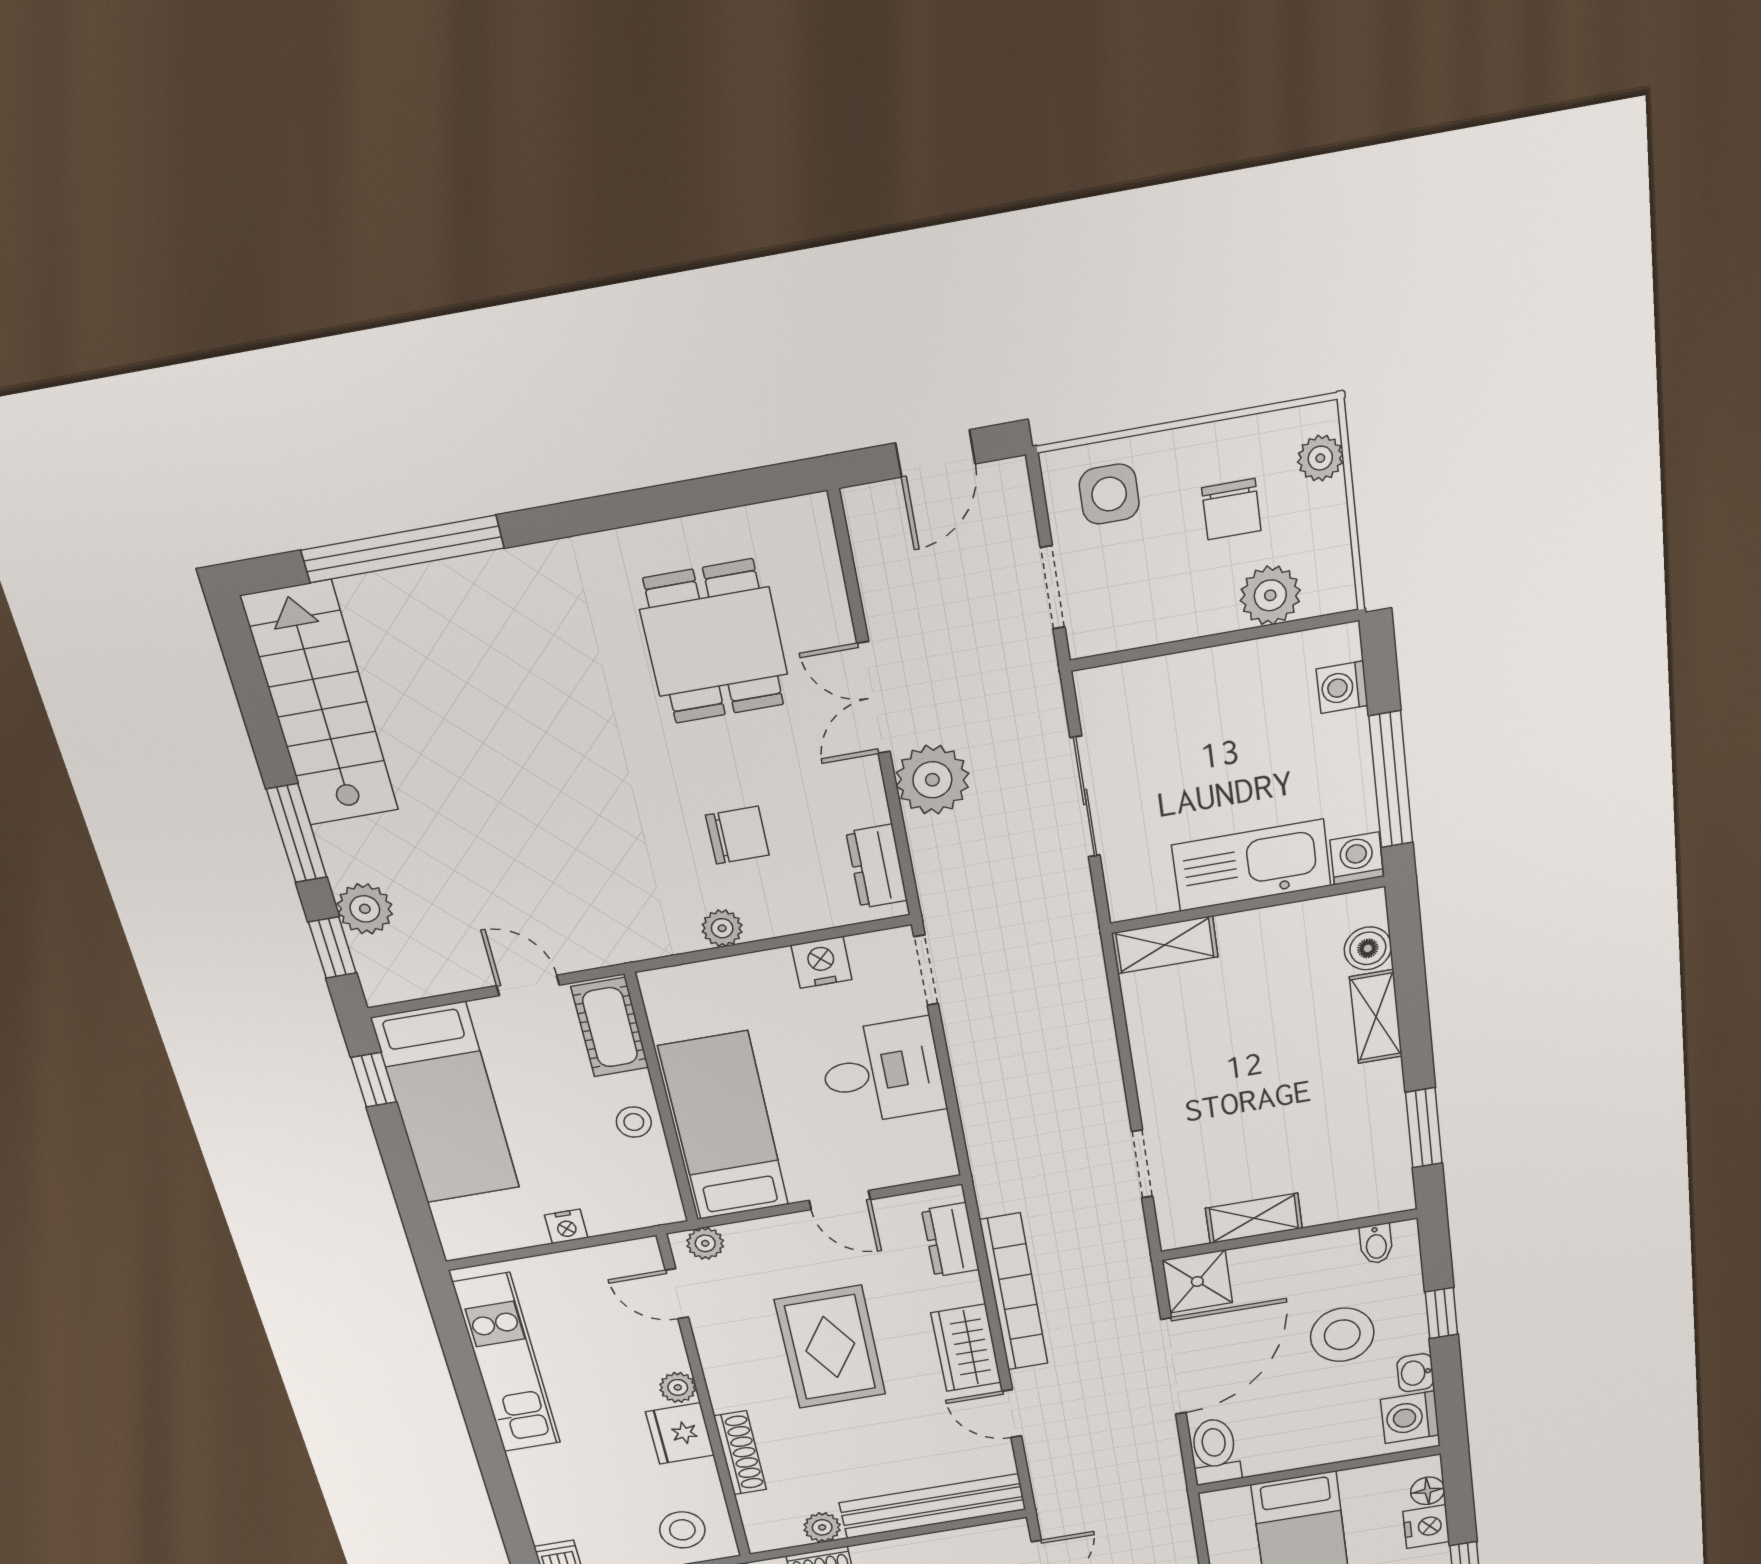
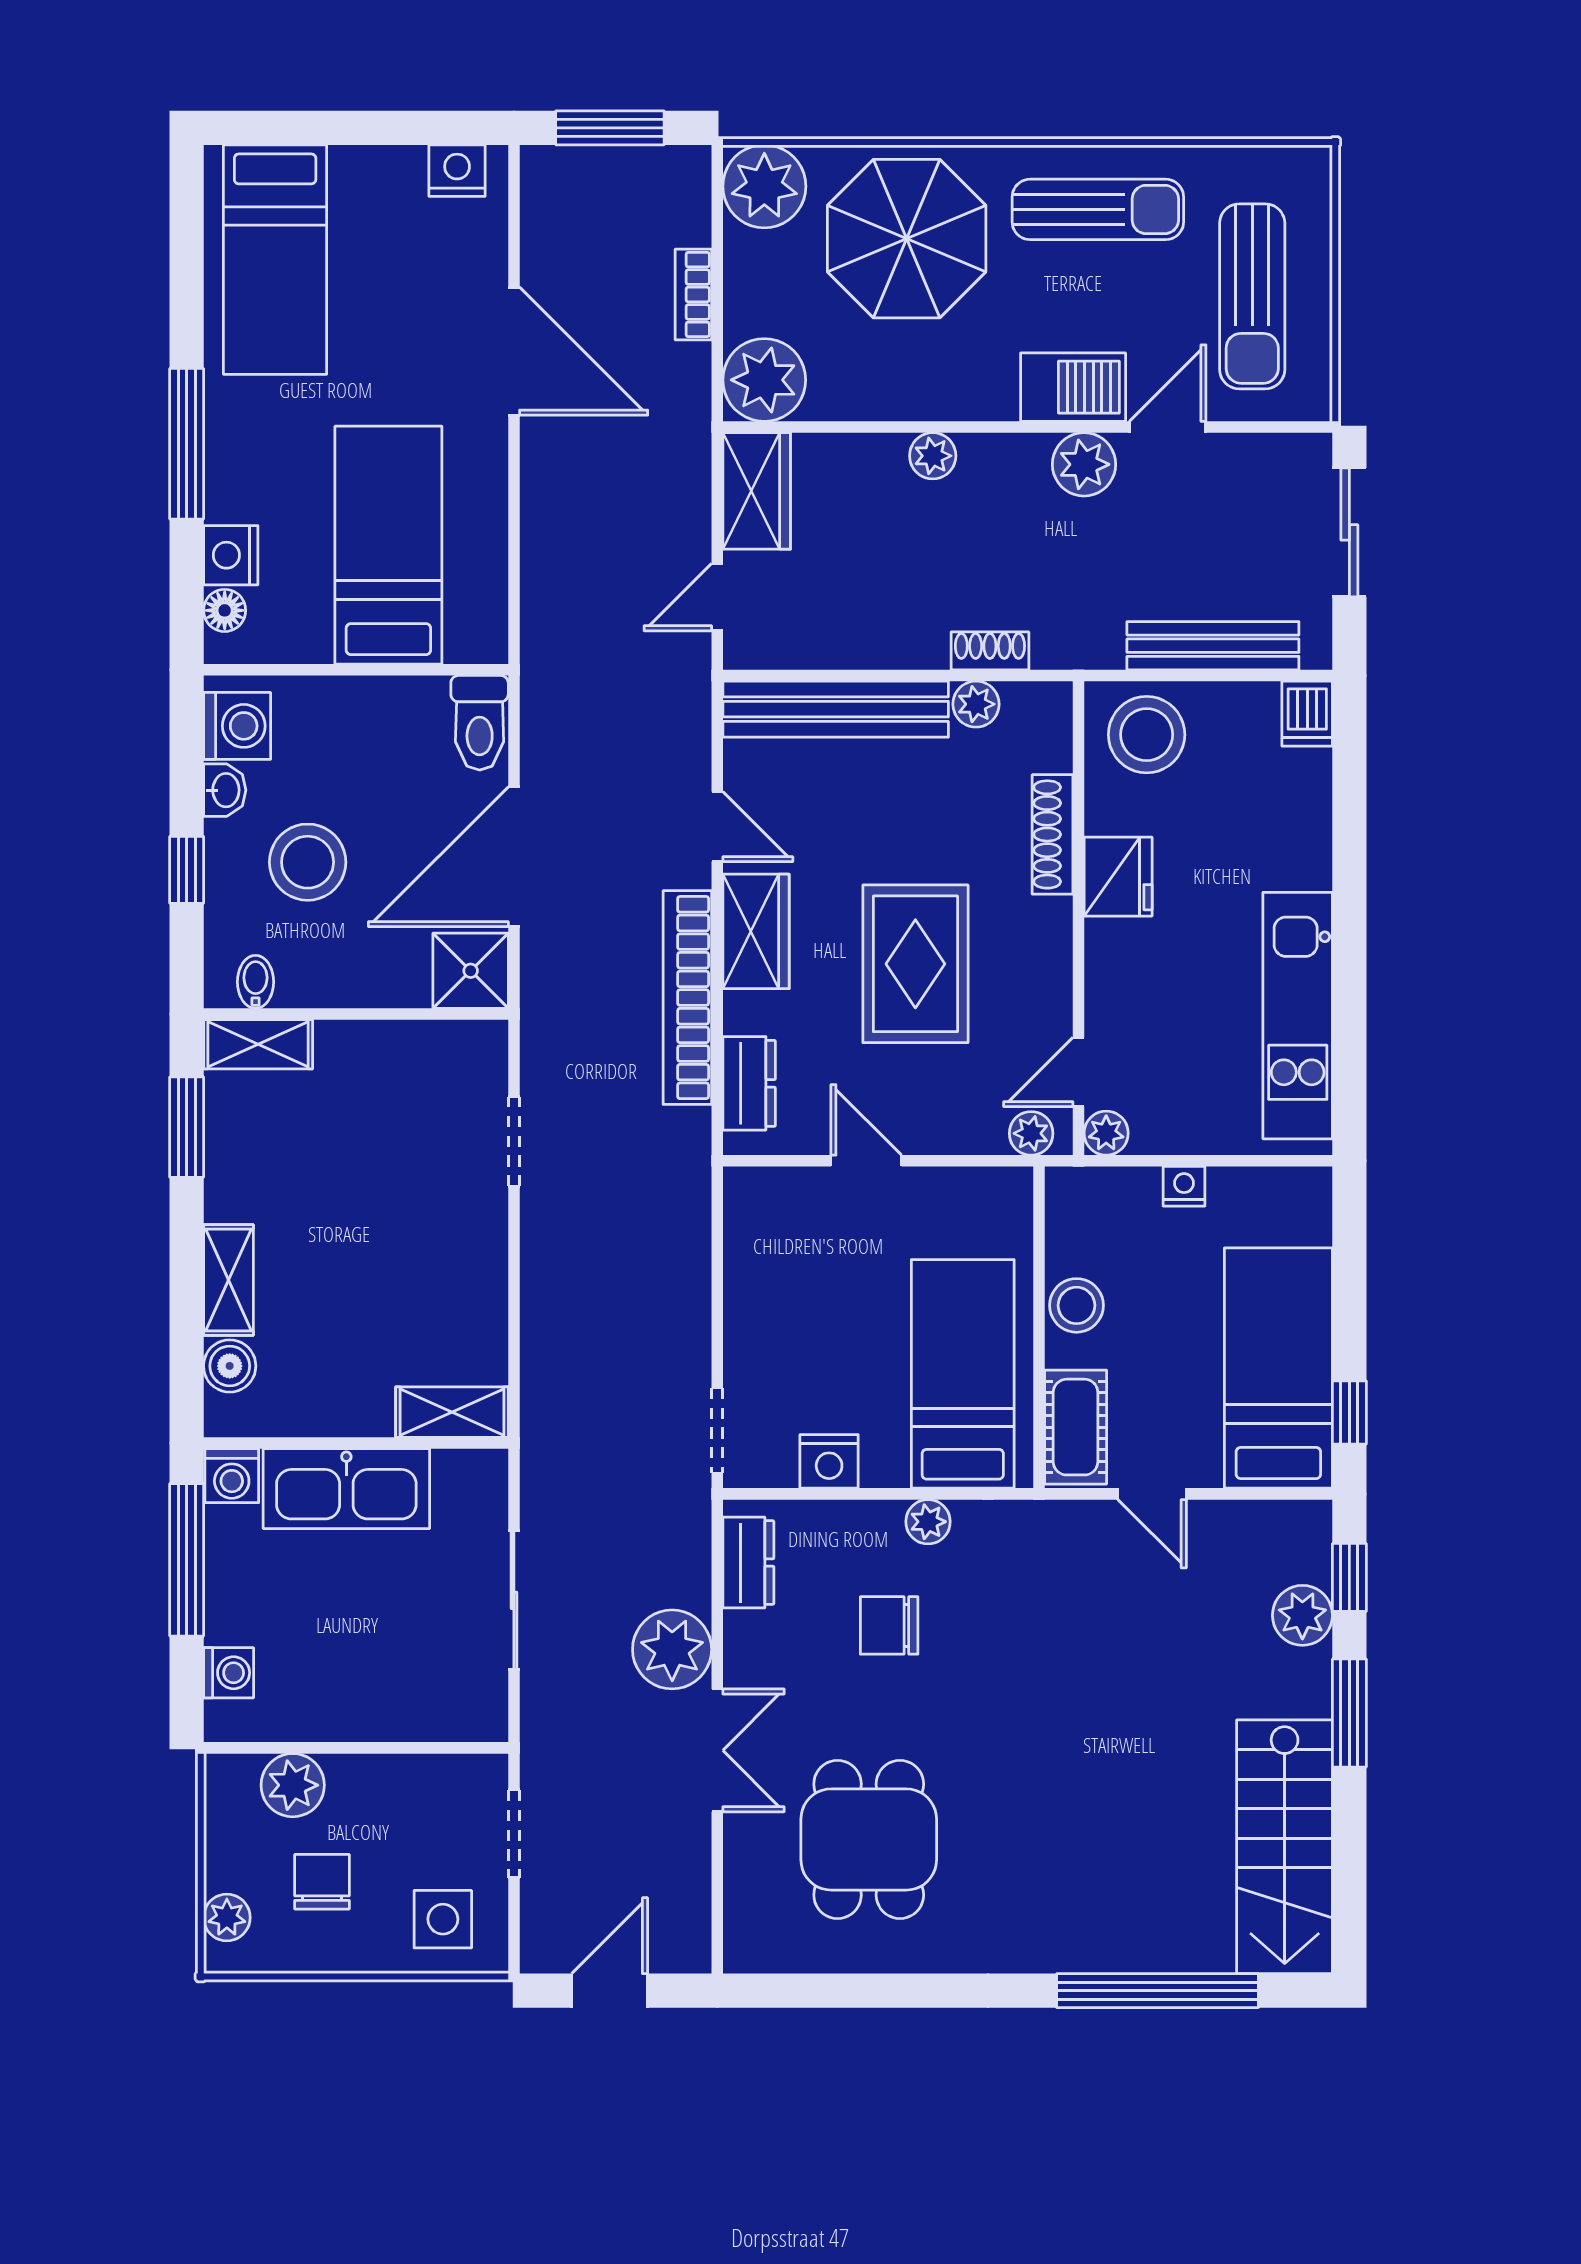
desk: (882, 1072) -> (788, 1316), removed
stool: (634, 1122) -> (1076, 1305), width x1.37, depth x1.37
bed: (724, 1126) -> (963, 1374), moved, turned 180
shelving: (1254, 1218) -> (258, 1044), moved
door: (677, 1294) -> (1078, 1072), swing flipped
plant: (678, 1387) -> (1106, 1133), moved
stool: (682, 1530) -> (1147, 735), width x1.38, depth x1.38

